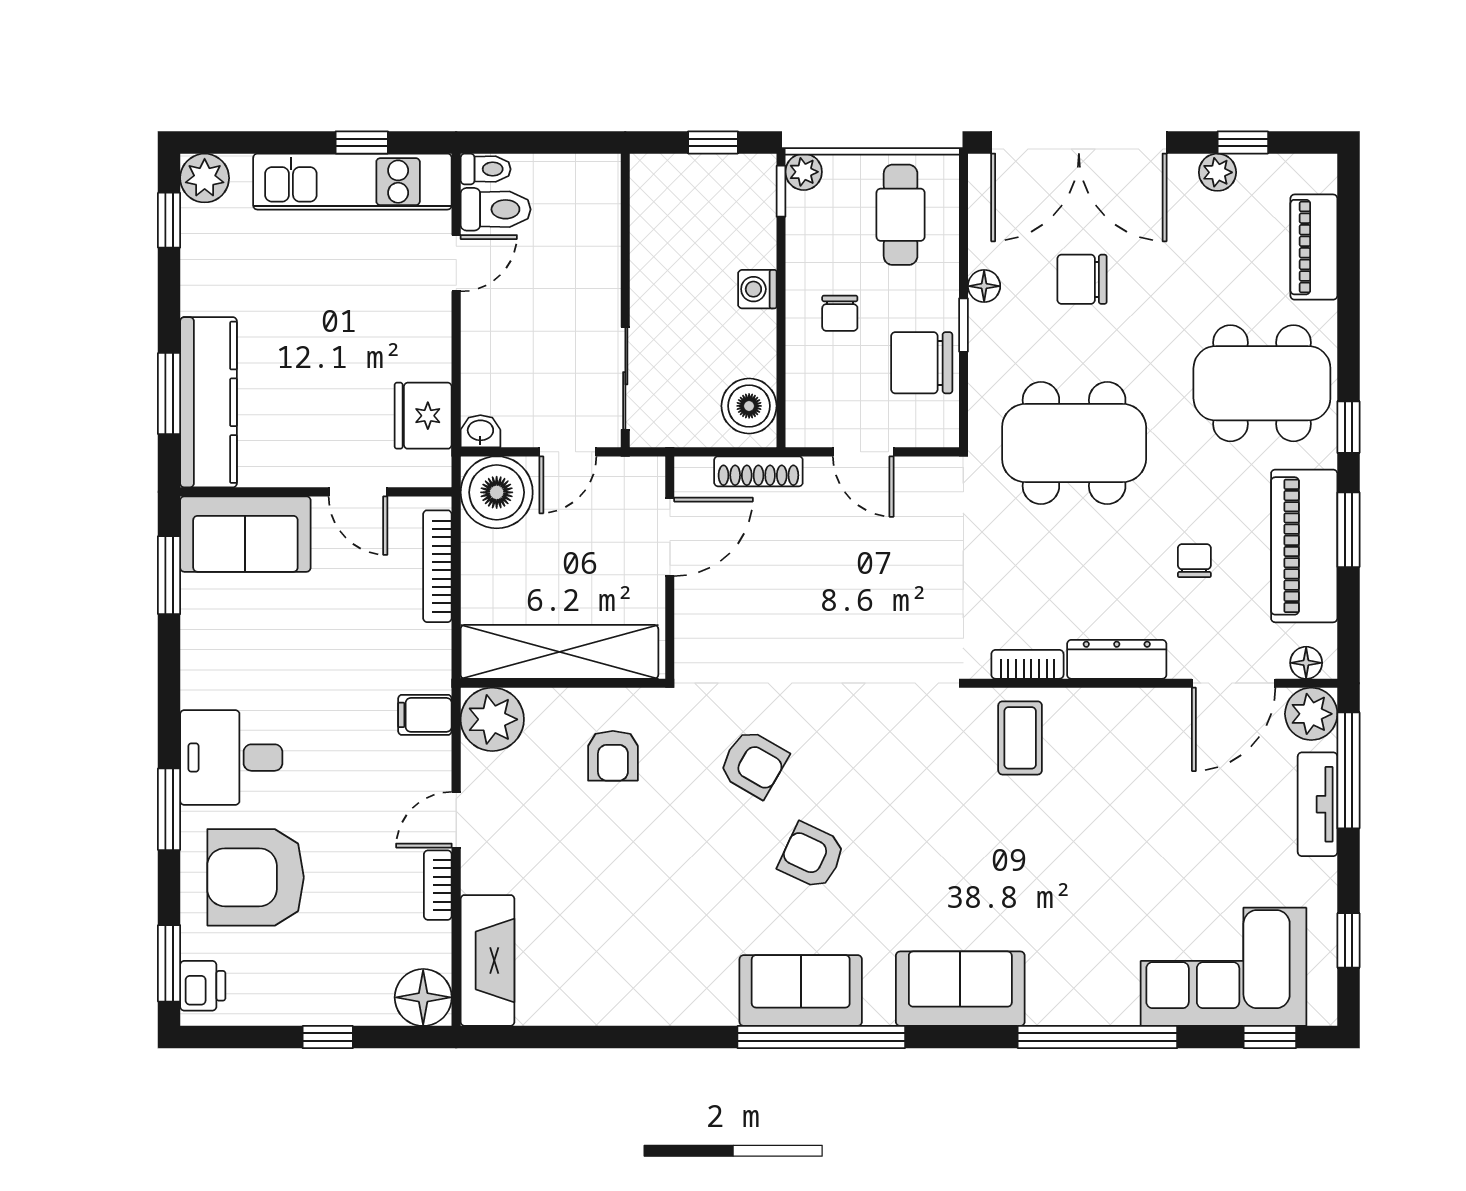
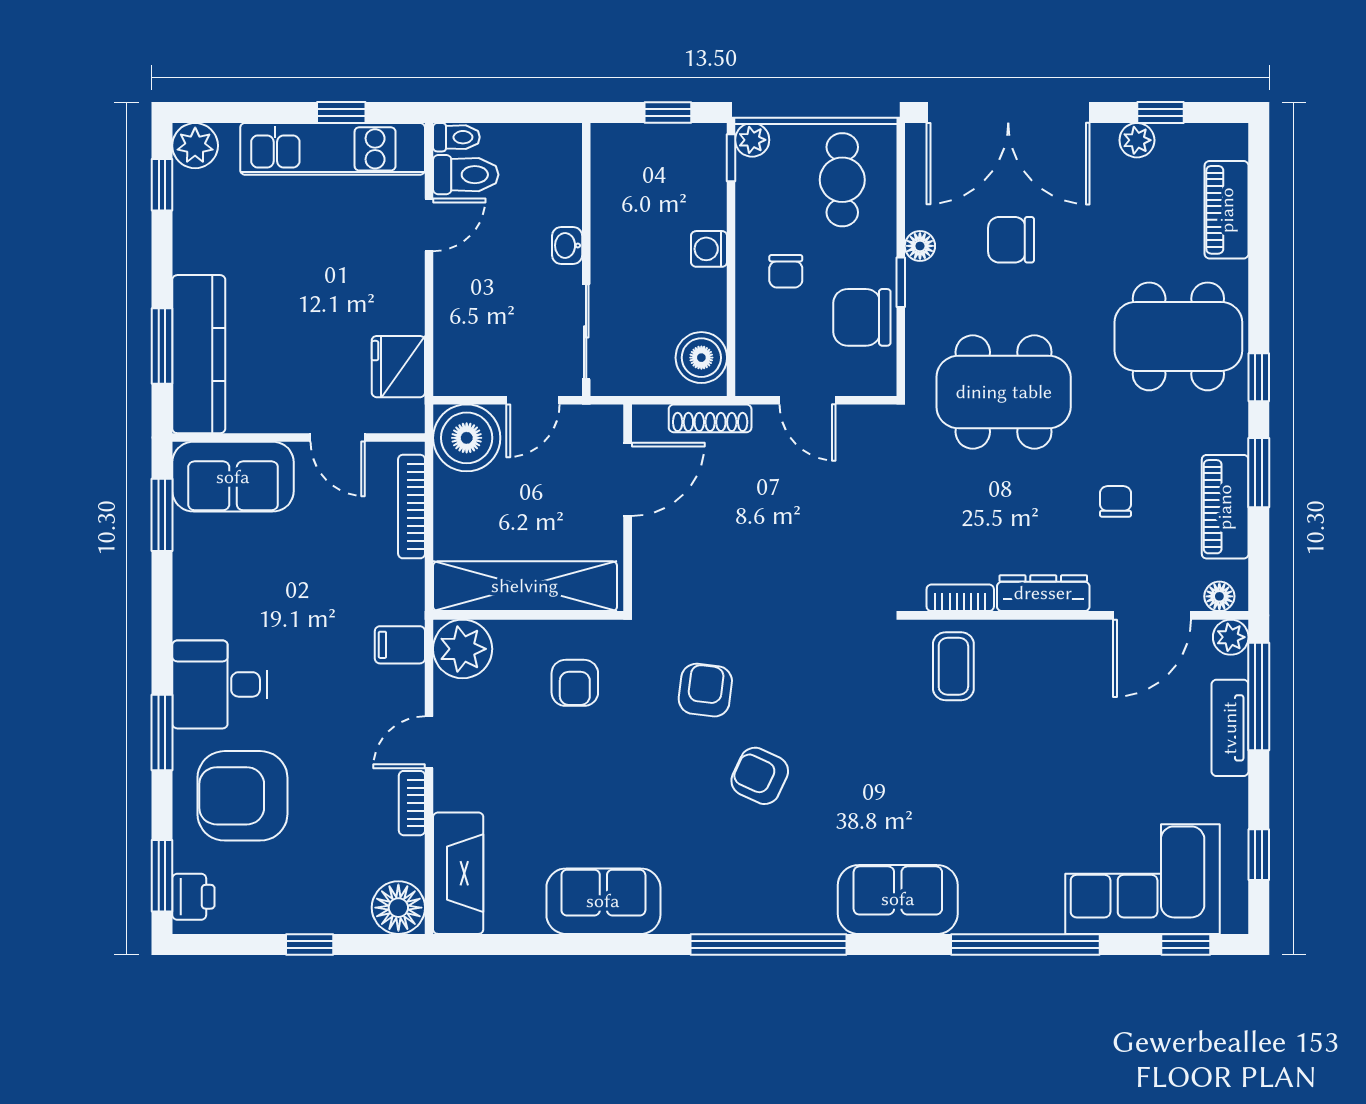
washbasin: (480, 431) -> (567, 245), moved, turned -90
piano: (1304, 546) -> (1225, 507), width x0.73, depth x0.75
plant: (1311, 714) -> (1231, 637), width x0.73, depth x0.73
armchair: (753, 764) -> (705, 690), turned -113
sofa: (801, 991) -> (603, 901), moved

